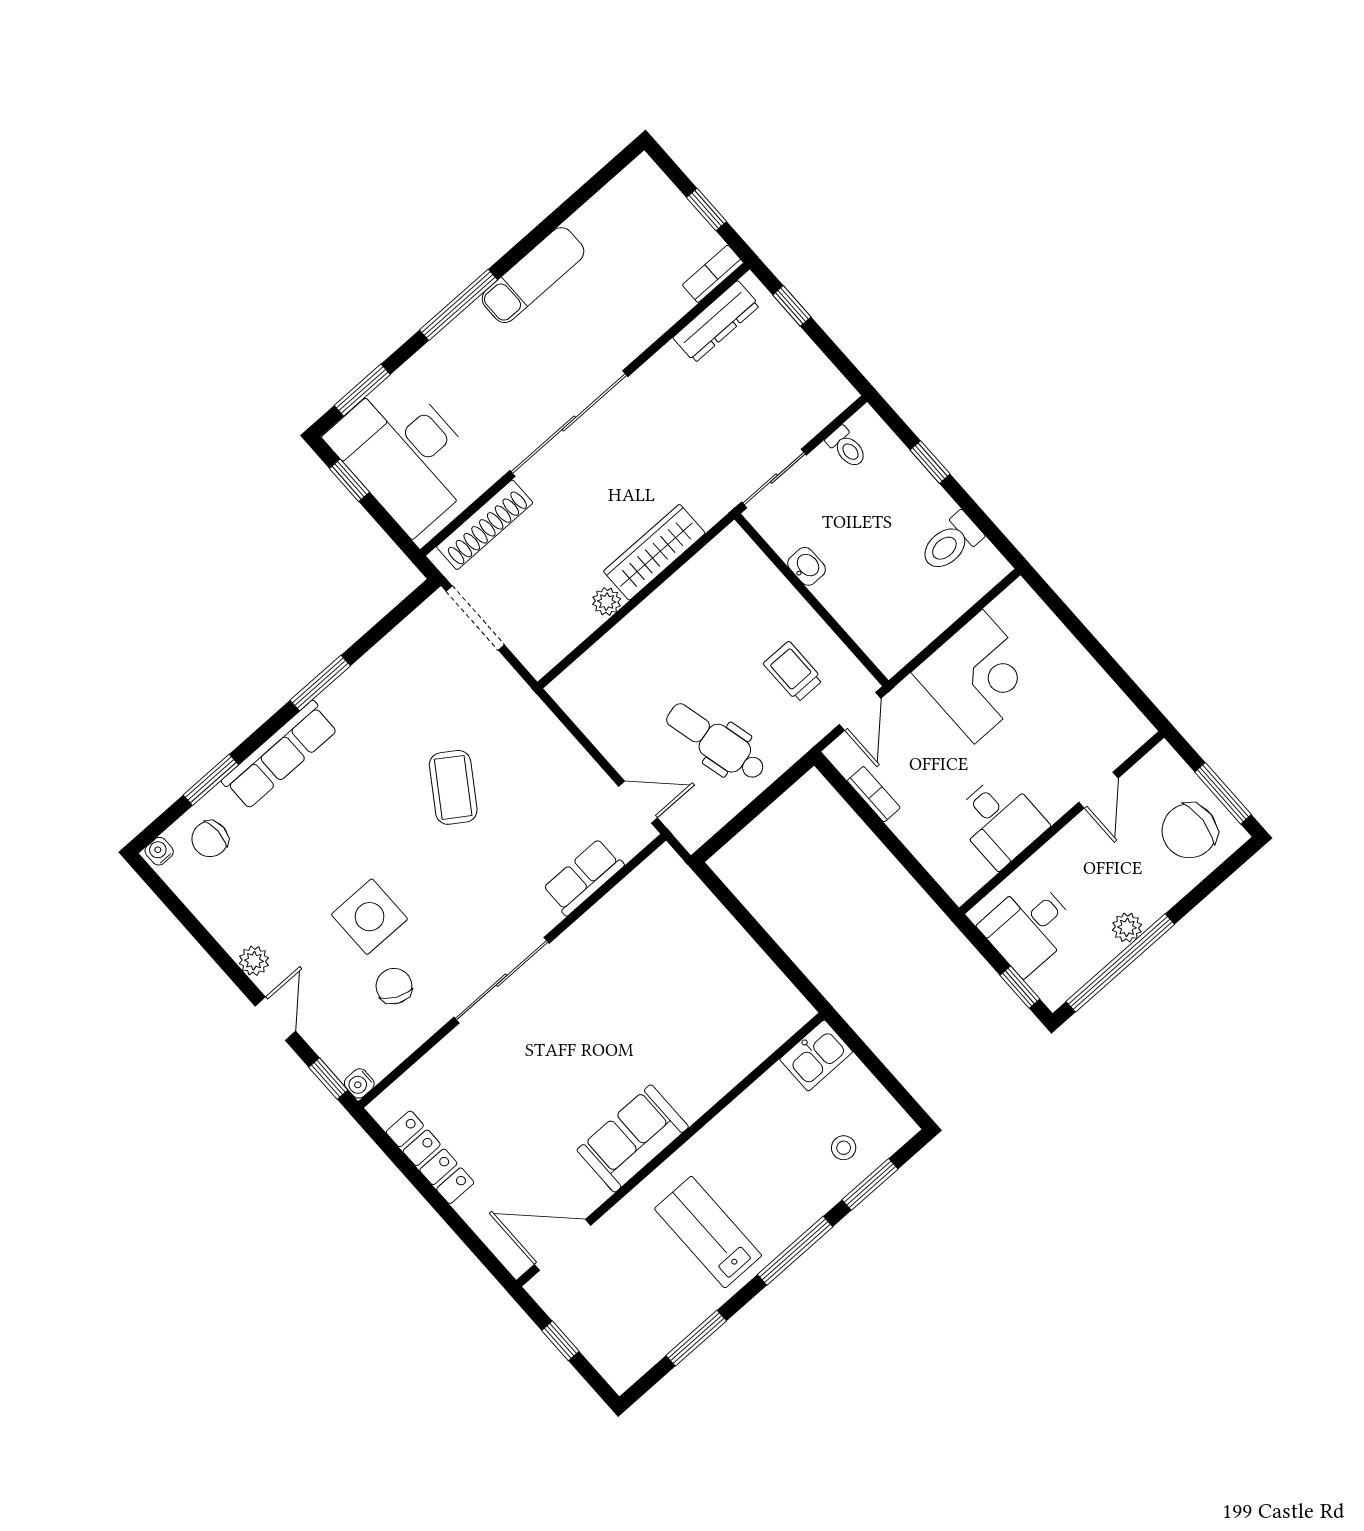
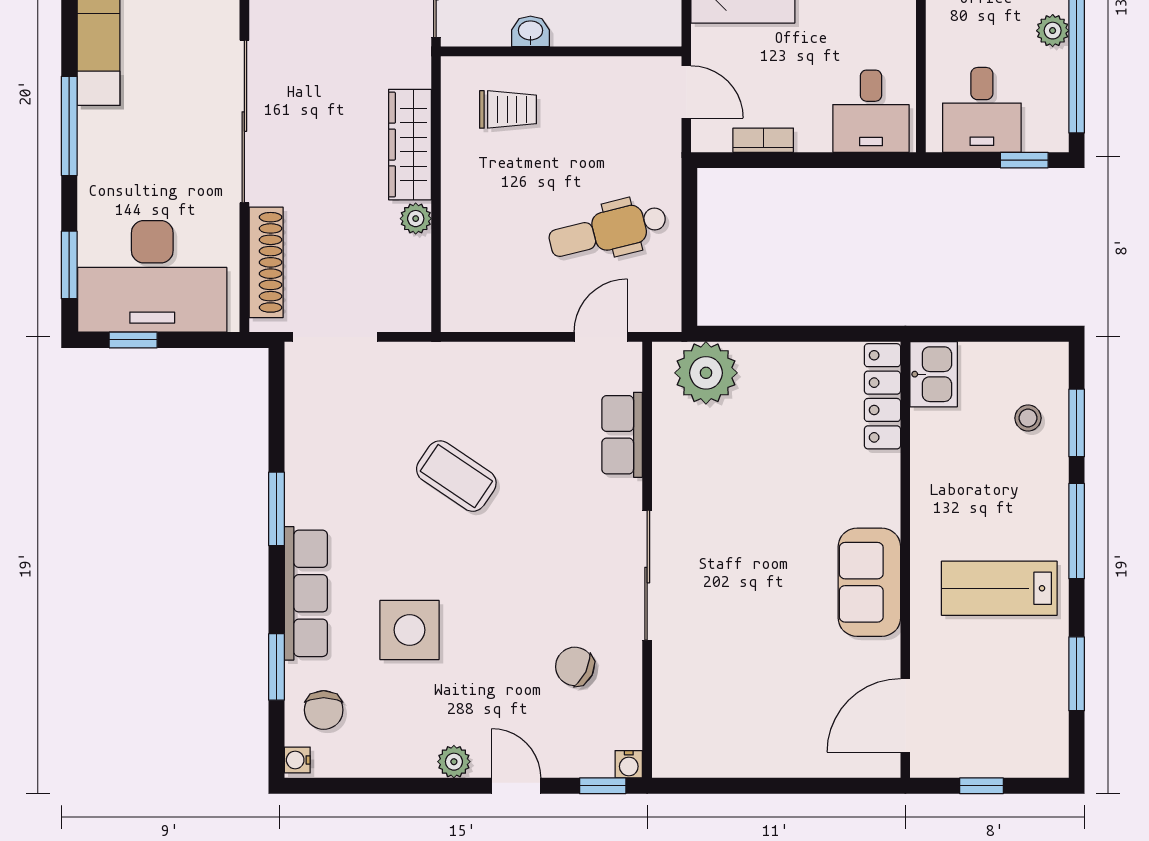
trolley: (793, 672) -> (508, 109), moved, turned 180
desk: (1000, 821) -> (871, 111), moved, turned 90
plant: (678, 897) -> (706, 373), added
side table: (370, 917) -> (410, 630), moved
locker: (430, 1157) -> (882, 396), moved, turned -90

